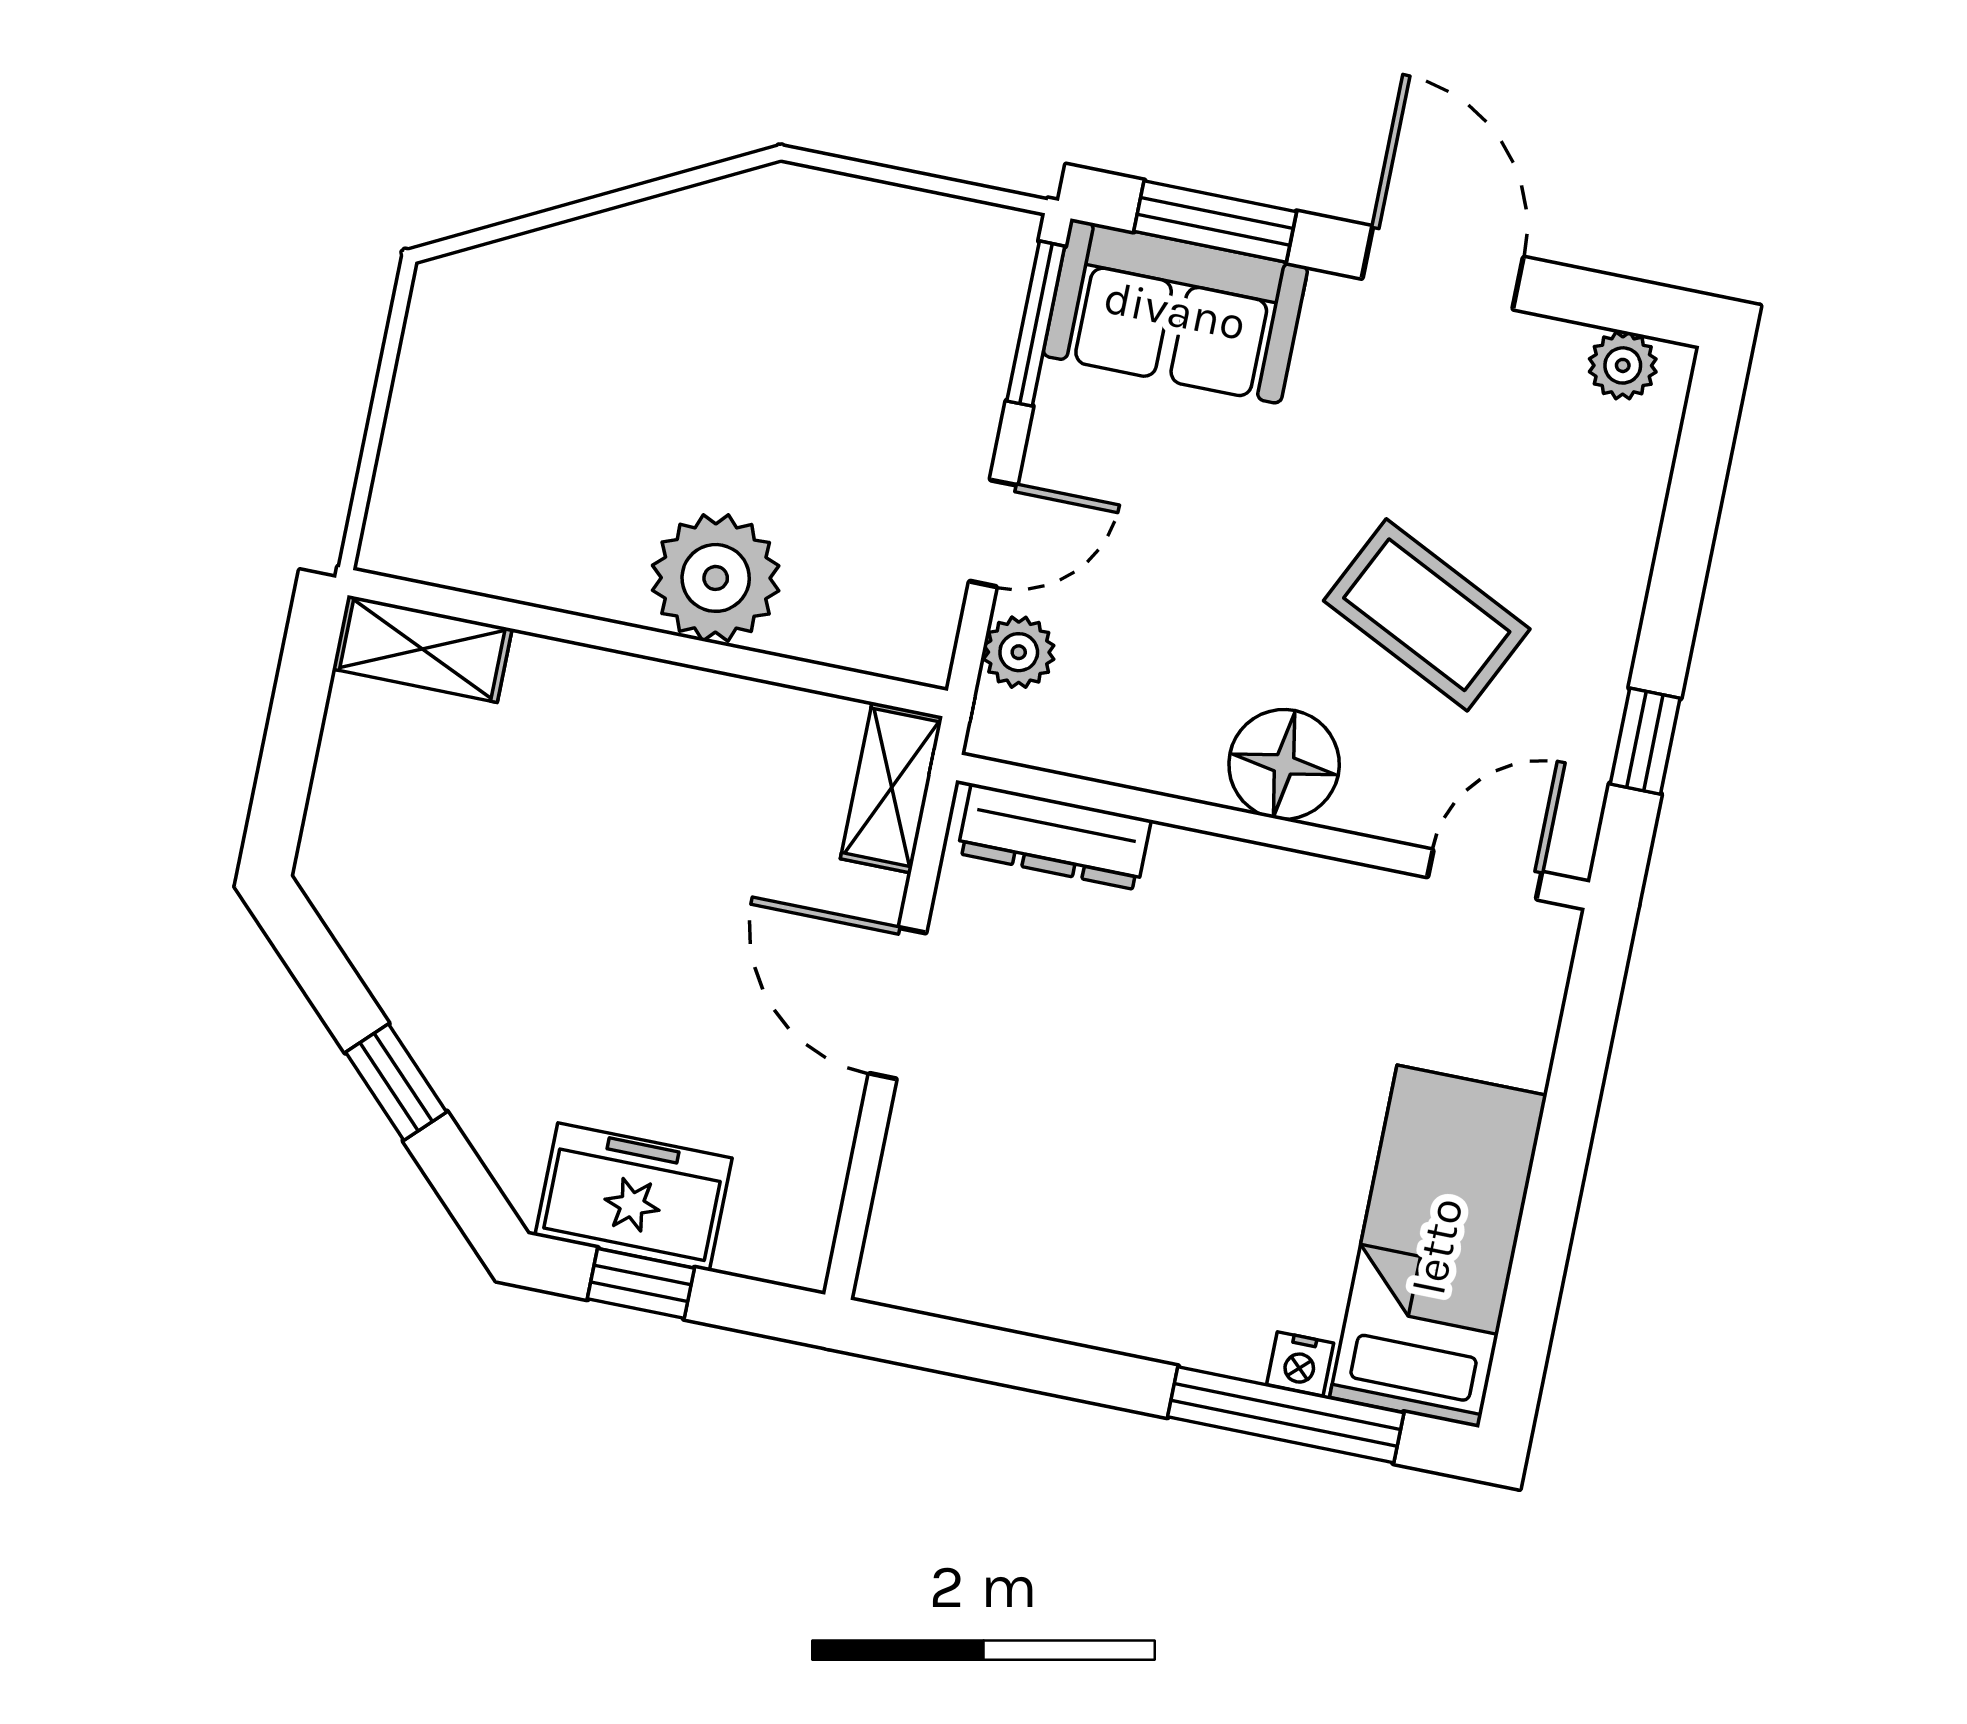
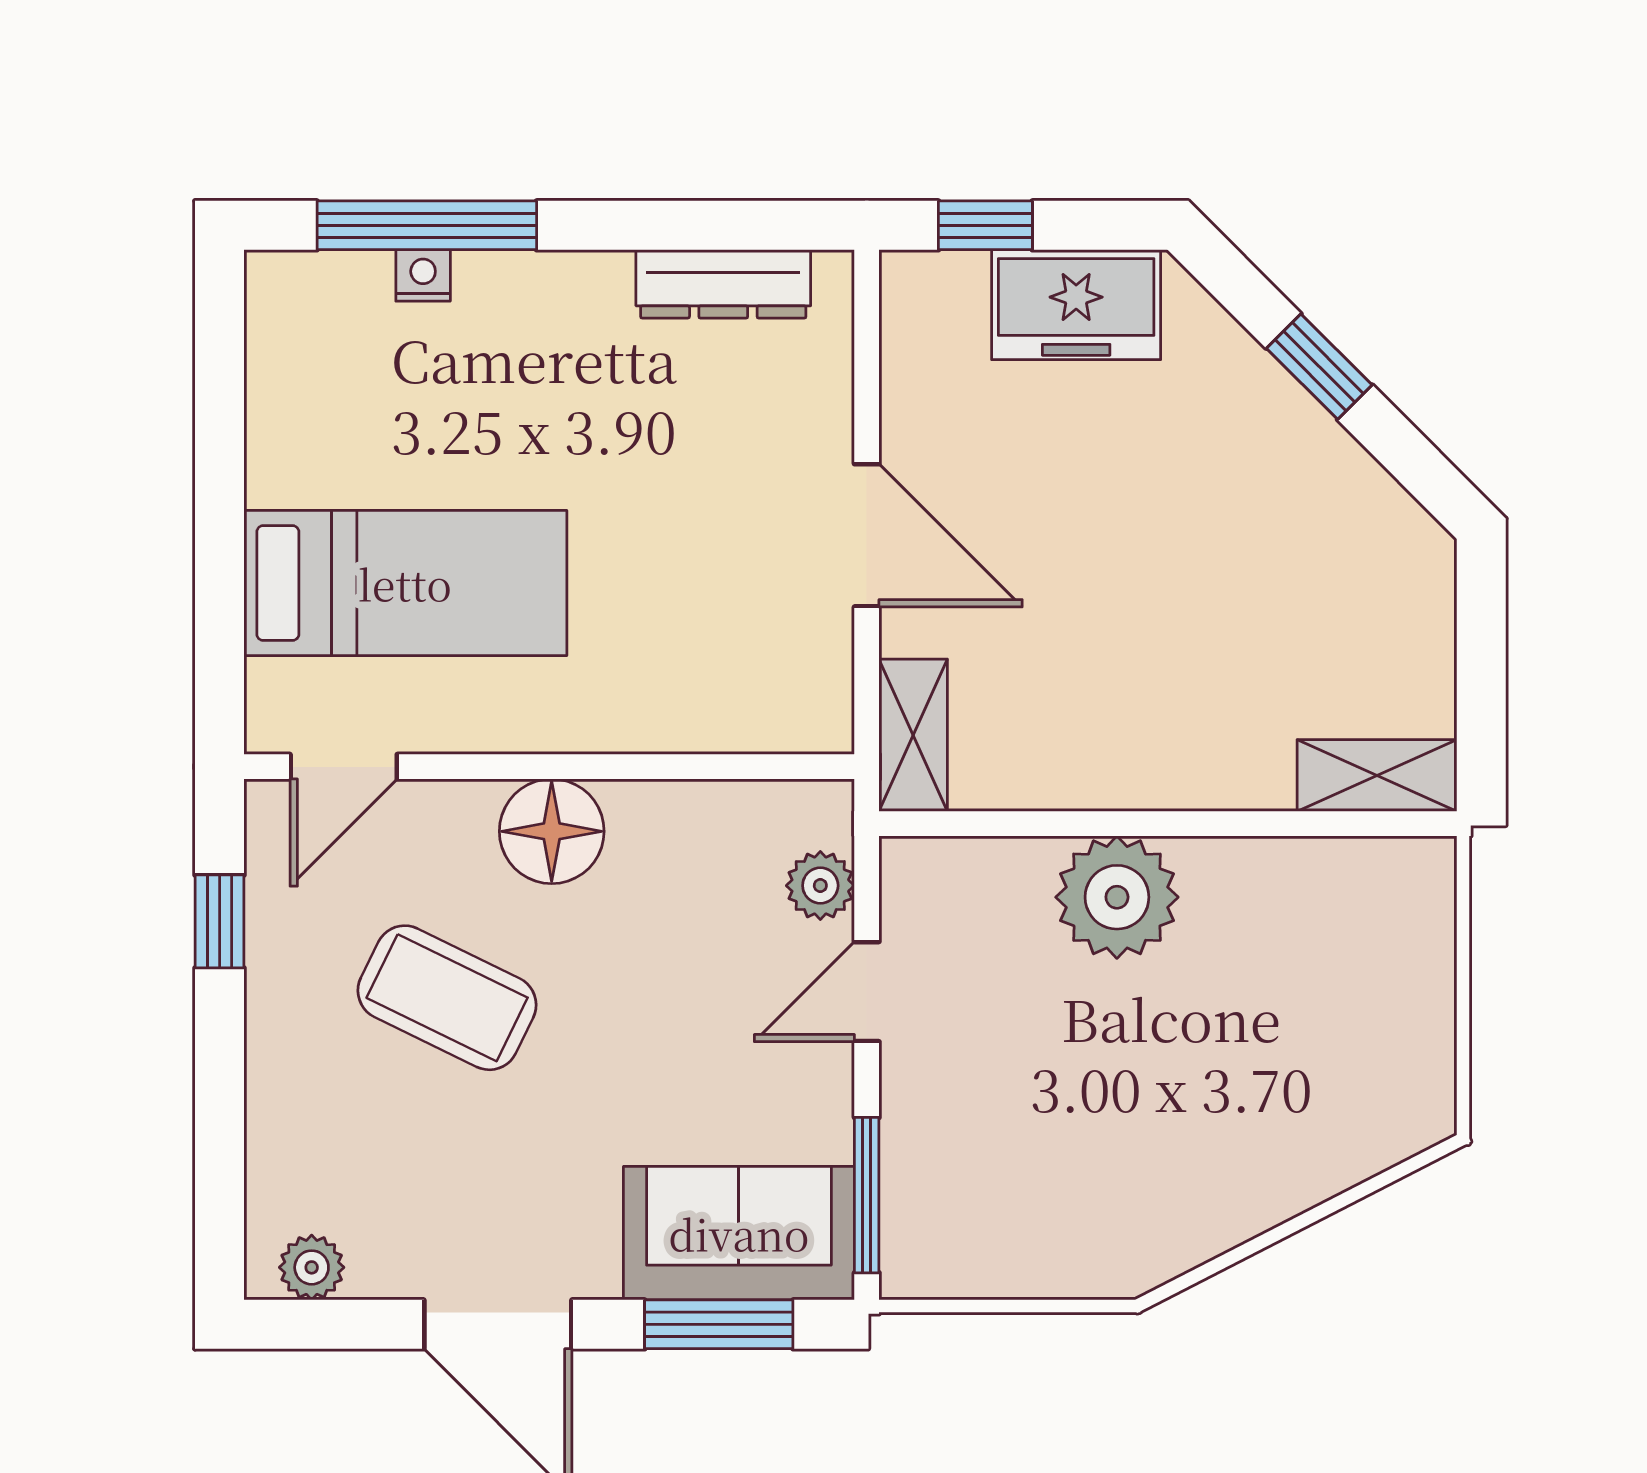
dresser: (1054, 837) -> (723, 284), moved, turned 180
bed: (1438, 1246) -> (405, 583), moved, turned -90
window: (641, 1283) -> (985, 225), moved

